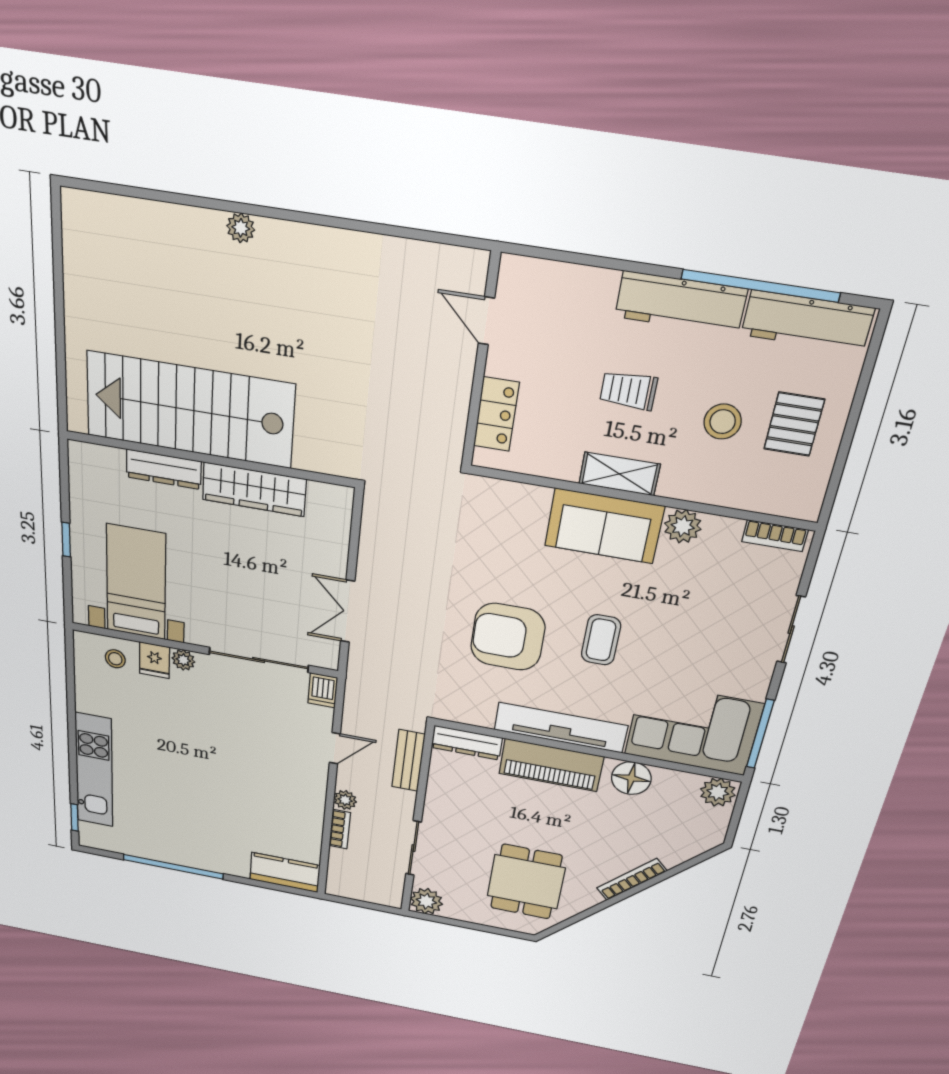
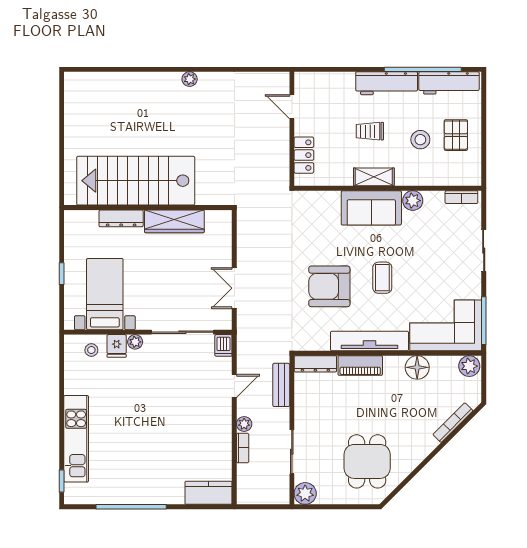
plant: (241, 228) -> (190, 79), moved
piano: (551, 765) -> (360, 366), width x0.73, depth x0.75
bookcase: (632, 879) -> (453, 423), moved

